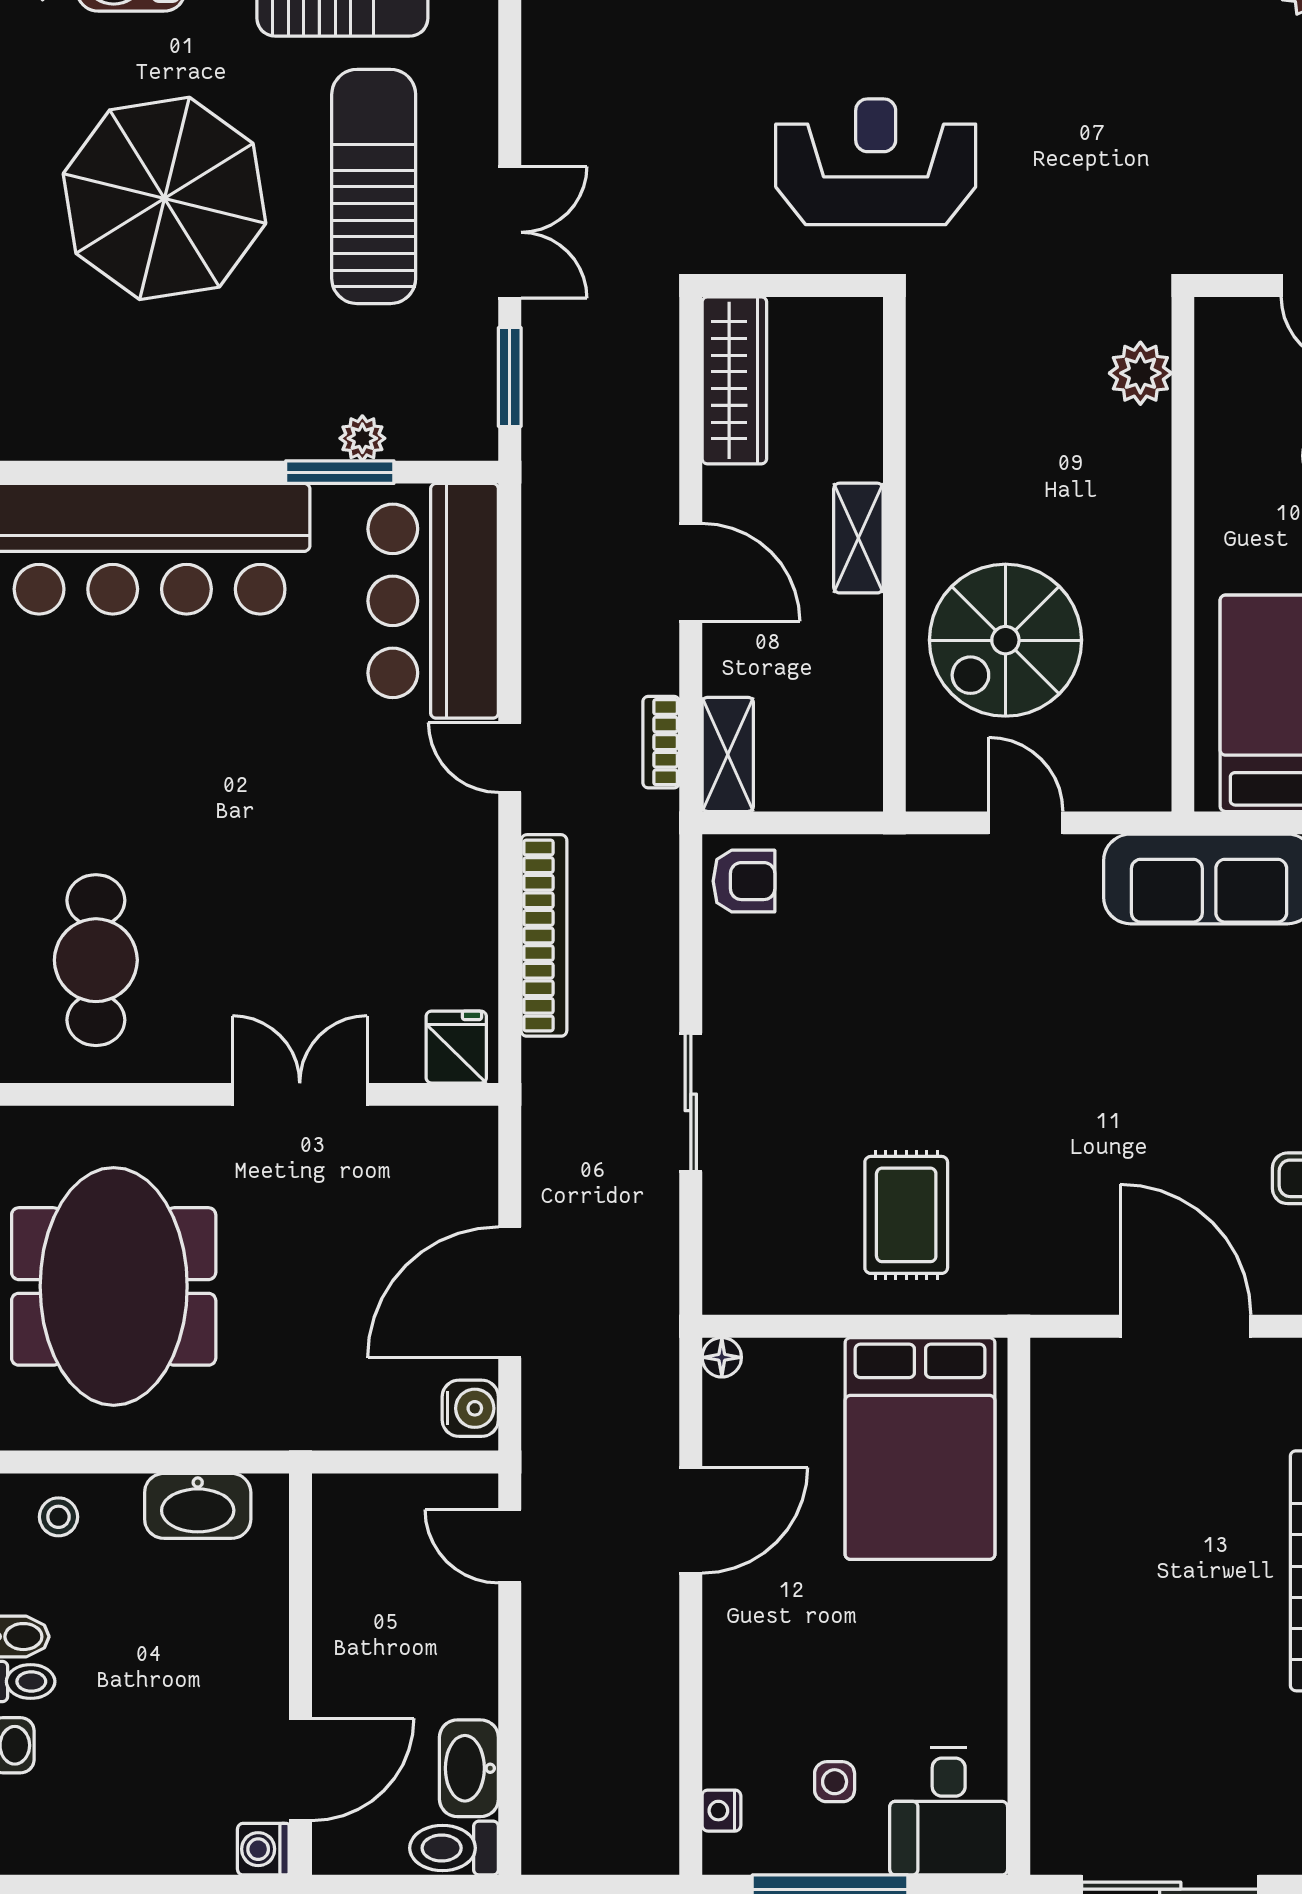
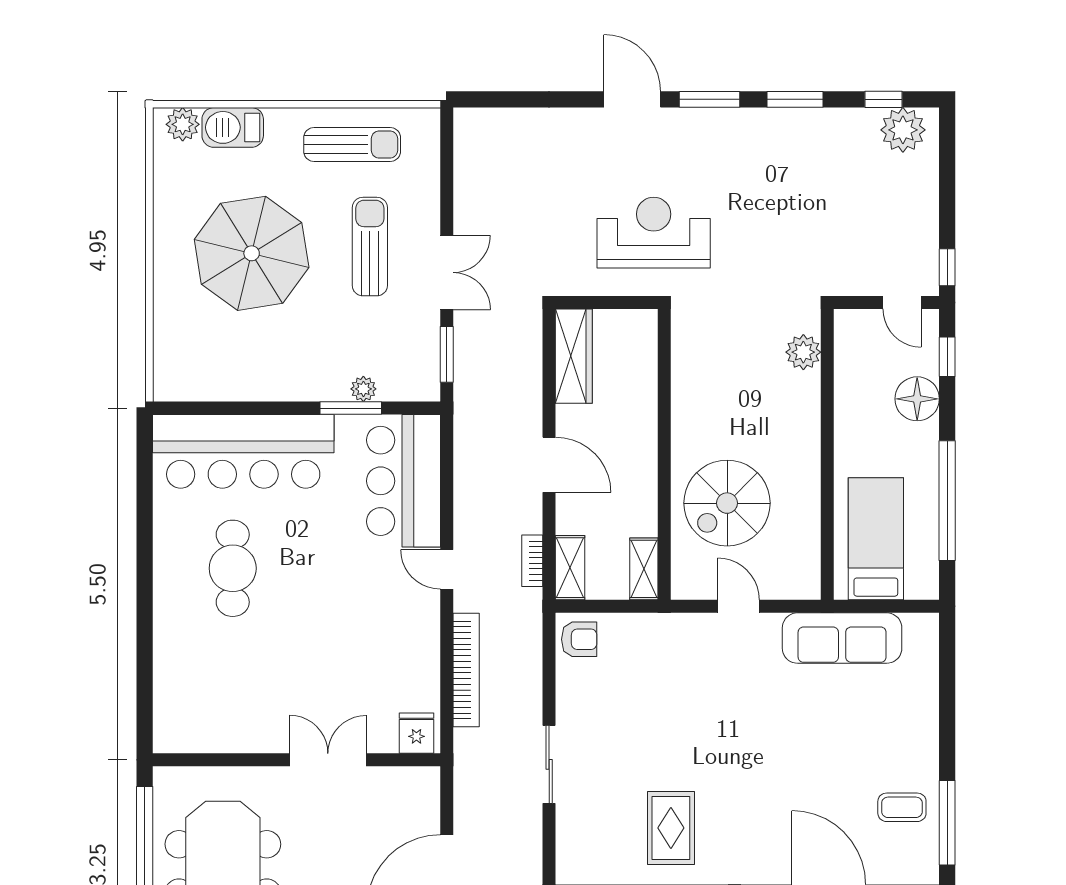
sun lounger: (374, 186) -> (370, 247), width x0.73, depth x0.75
shelving: (858, 538) -> (644, 569), moved
cafe table: (96, 960) -> (233, 568), moved

